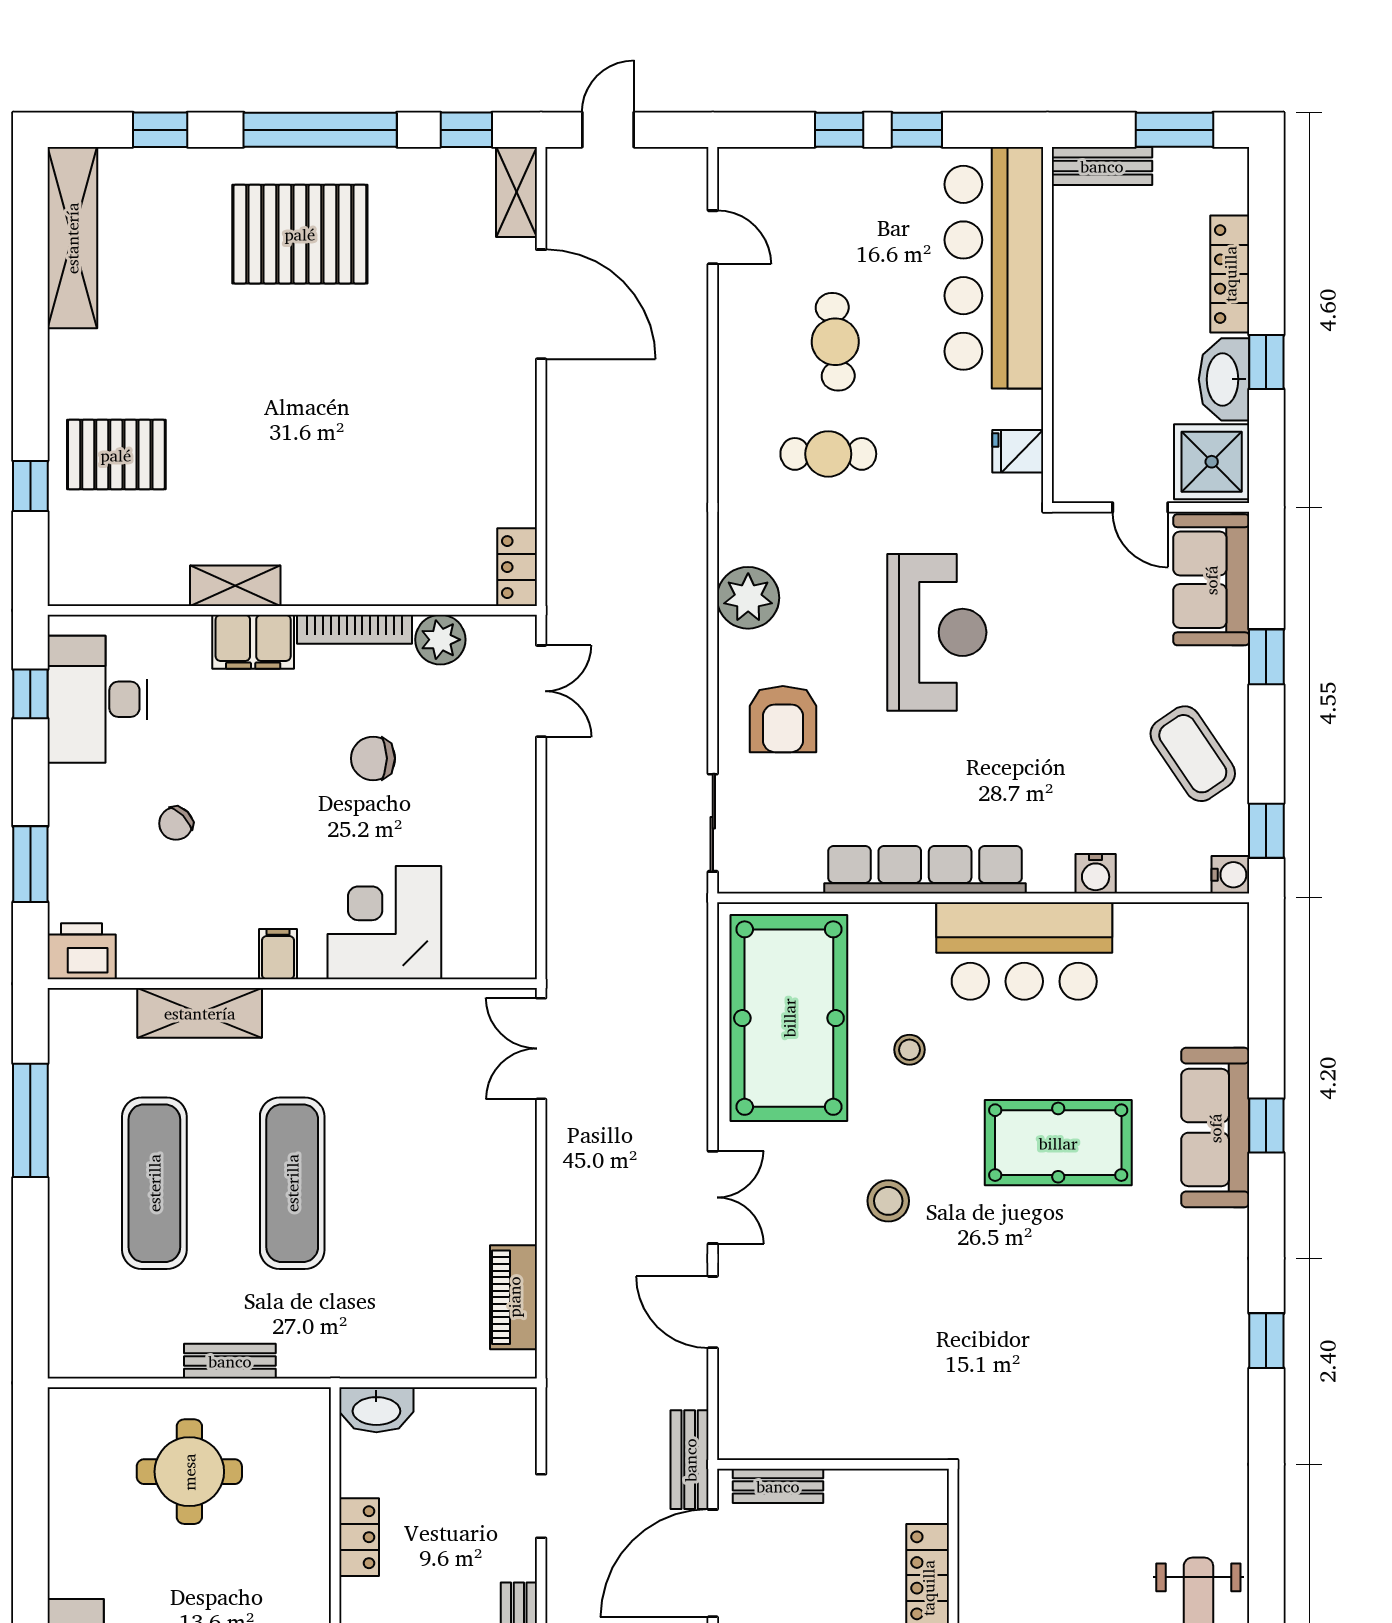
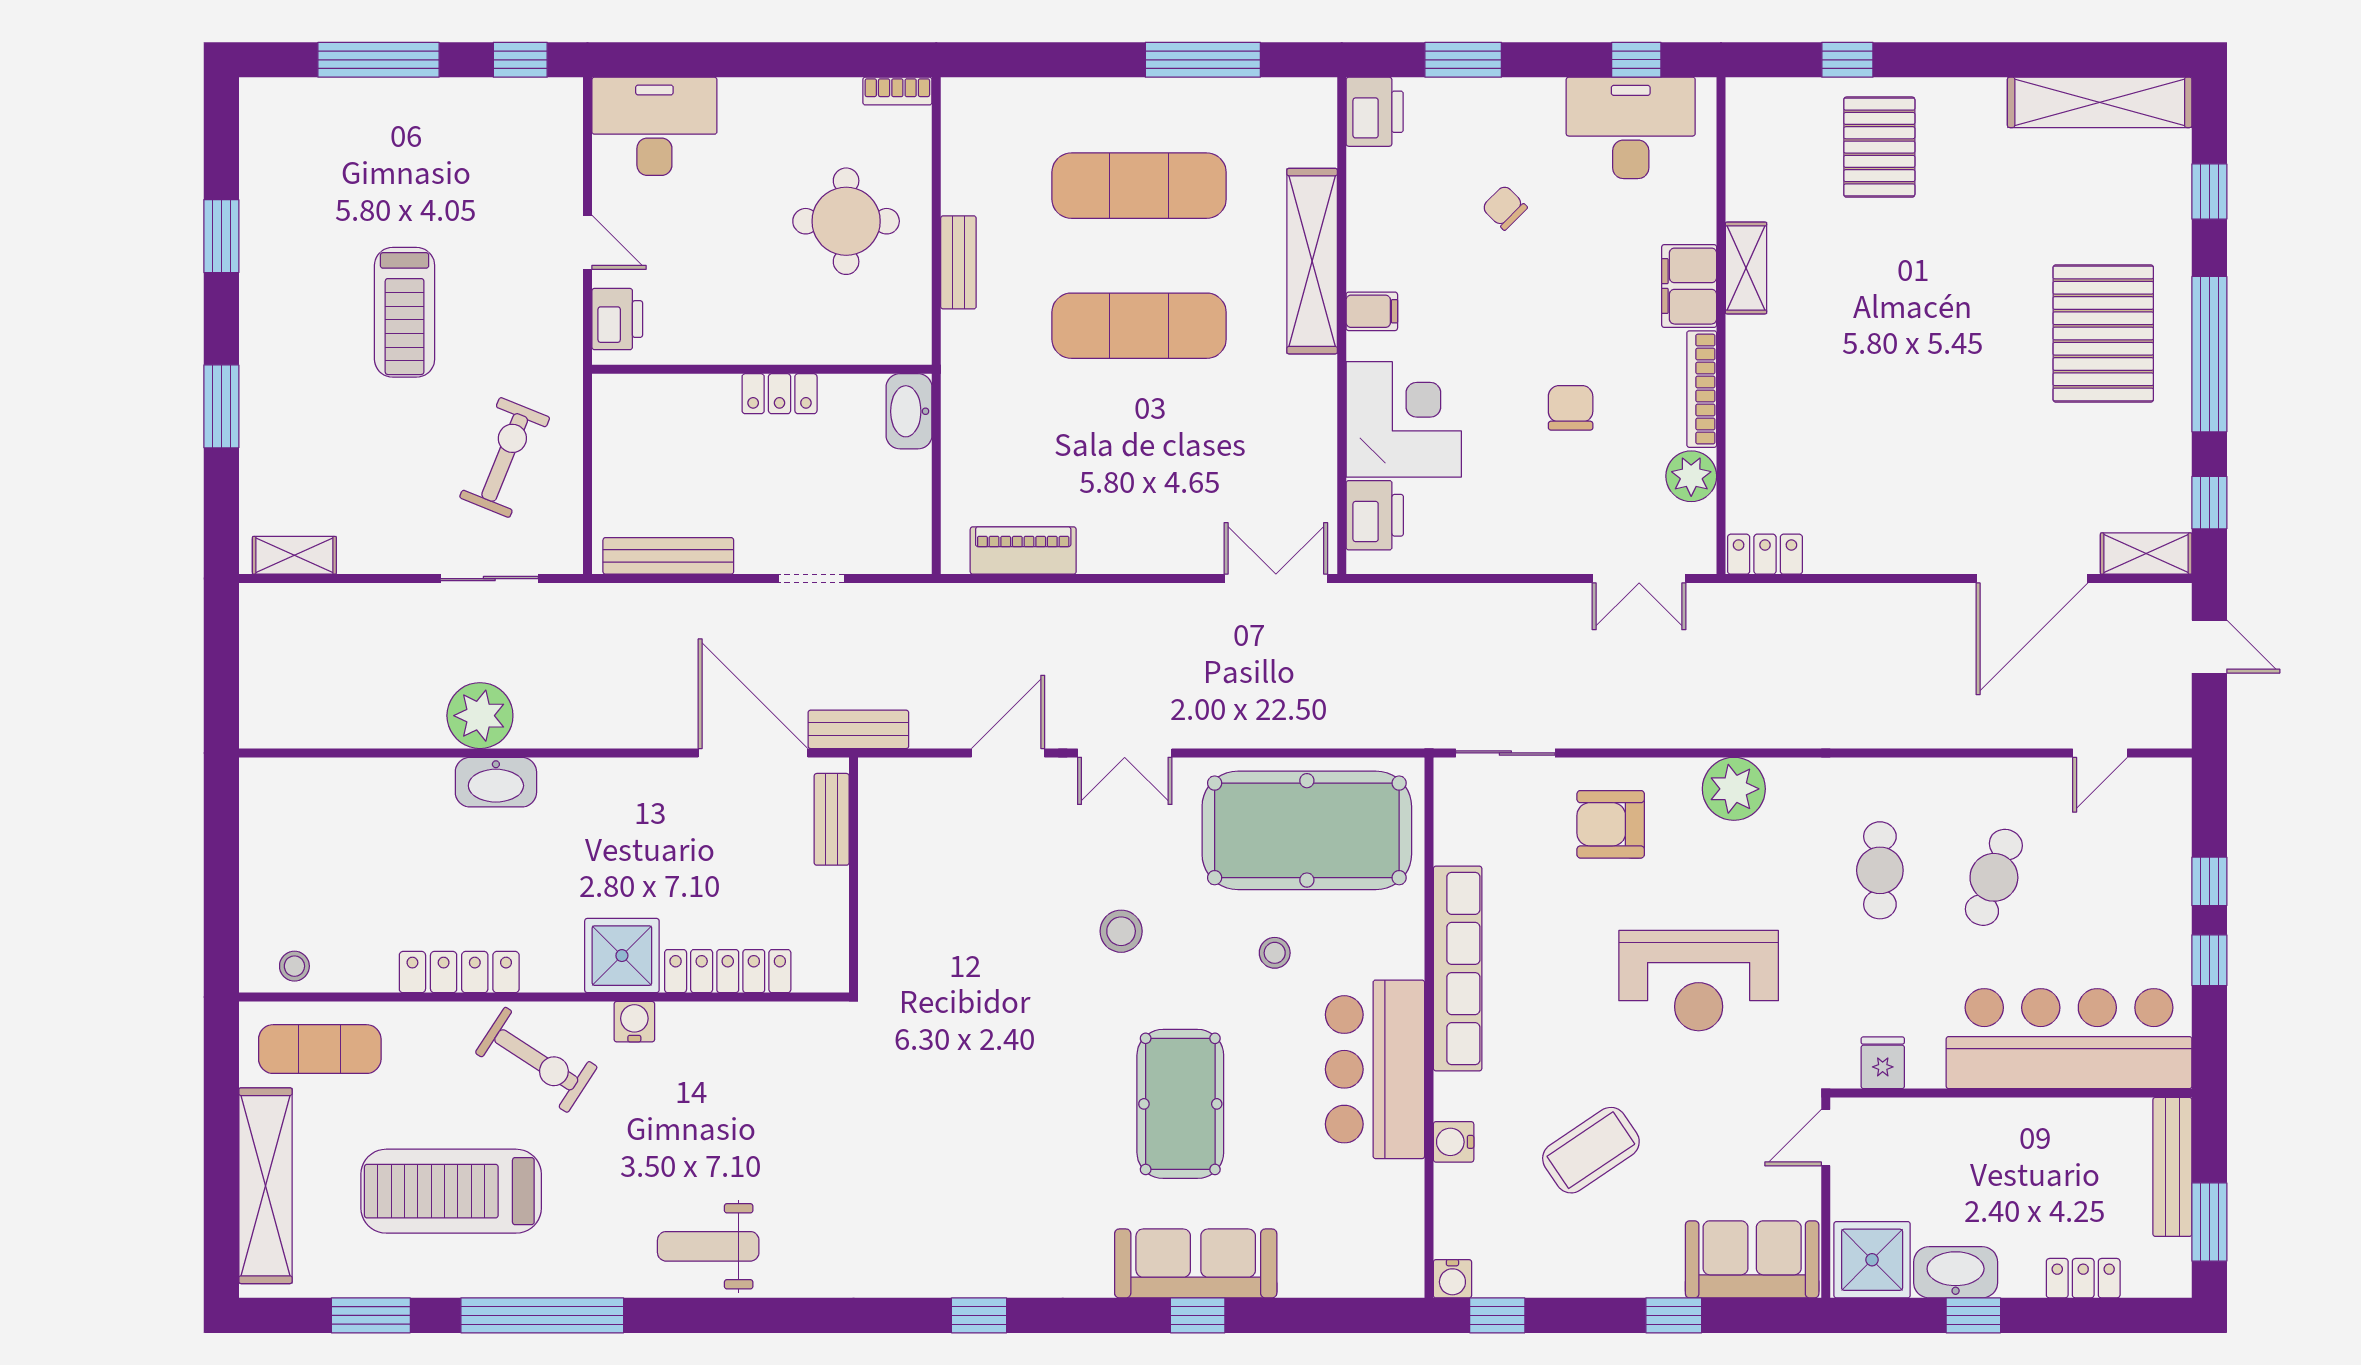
bench: (1102, 166) -> (2172, 1167), width x1.36
locker: (1230, 274) -> (2083, 1278), width x0.66
cafe table: (835, 342) -> (1994, 877), turned -65
door: (1140, 507) -> (1826, 1138), moved
coffee table: (1193, 754) -> (1591, 1150), moved
printer: (479, 951) -> (1375, 515), added
shelving: (200, 1013) -> (1312, 261), width x1.47
bookcase: (61, 1421) -> (897, 91), added

